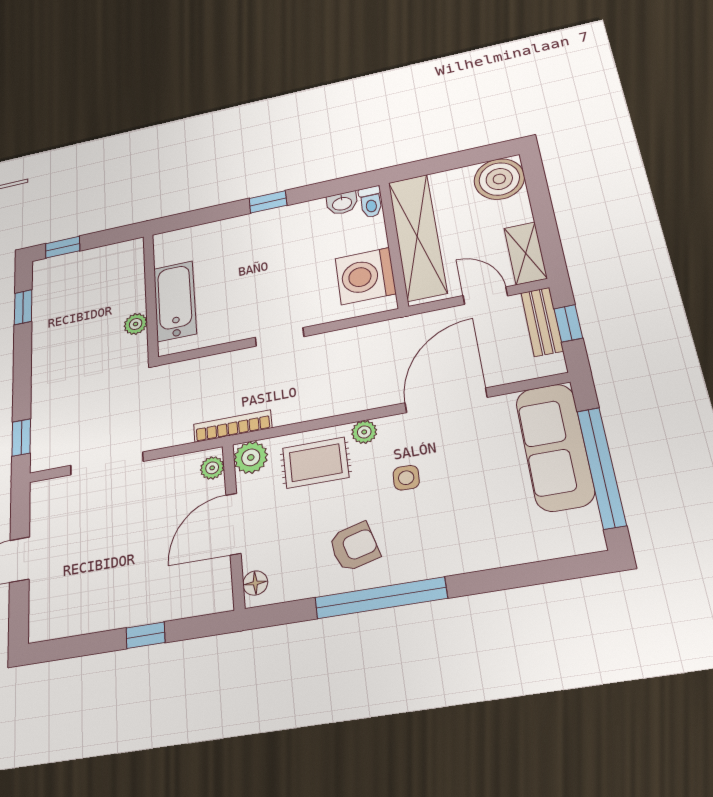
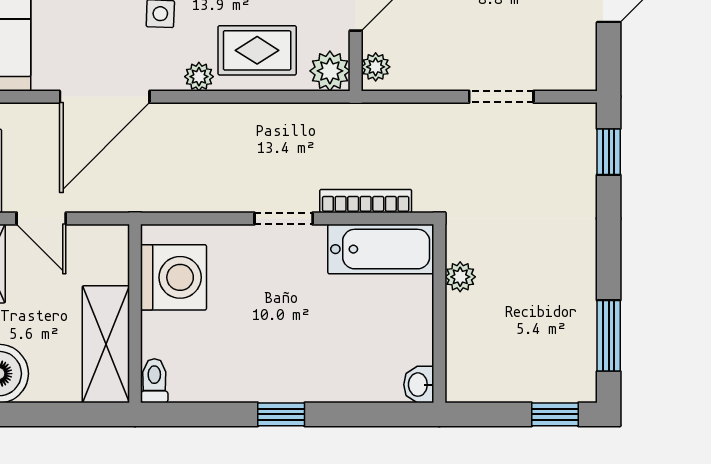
washbasin: (342, 203) -> (419, 385), moved, turned -90
shelving: (417, 237) -> (106, 344), width x0.68
bathtub: (175, 301) -> (381, 249), moved, turned -90
window: (23, 307) -> (609, 336), width x1.50
bookcase: (233, 426) -> (366, 201), moved, turned 180
doorway: (107, 463) -> (501, 97), width x0.73

